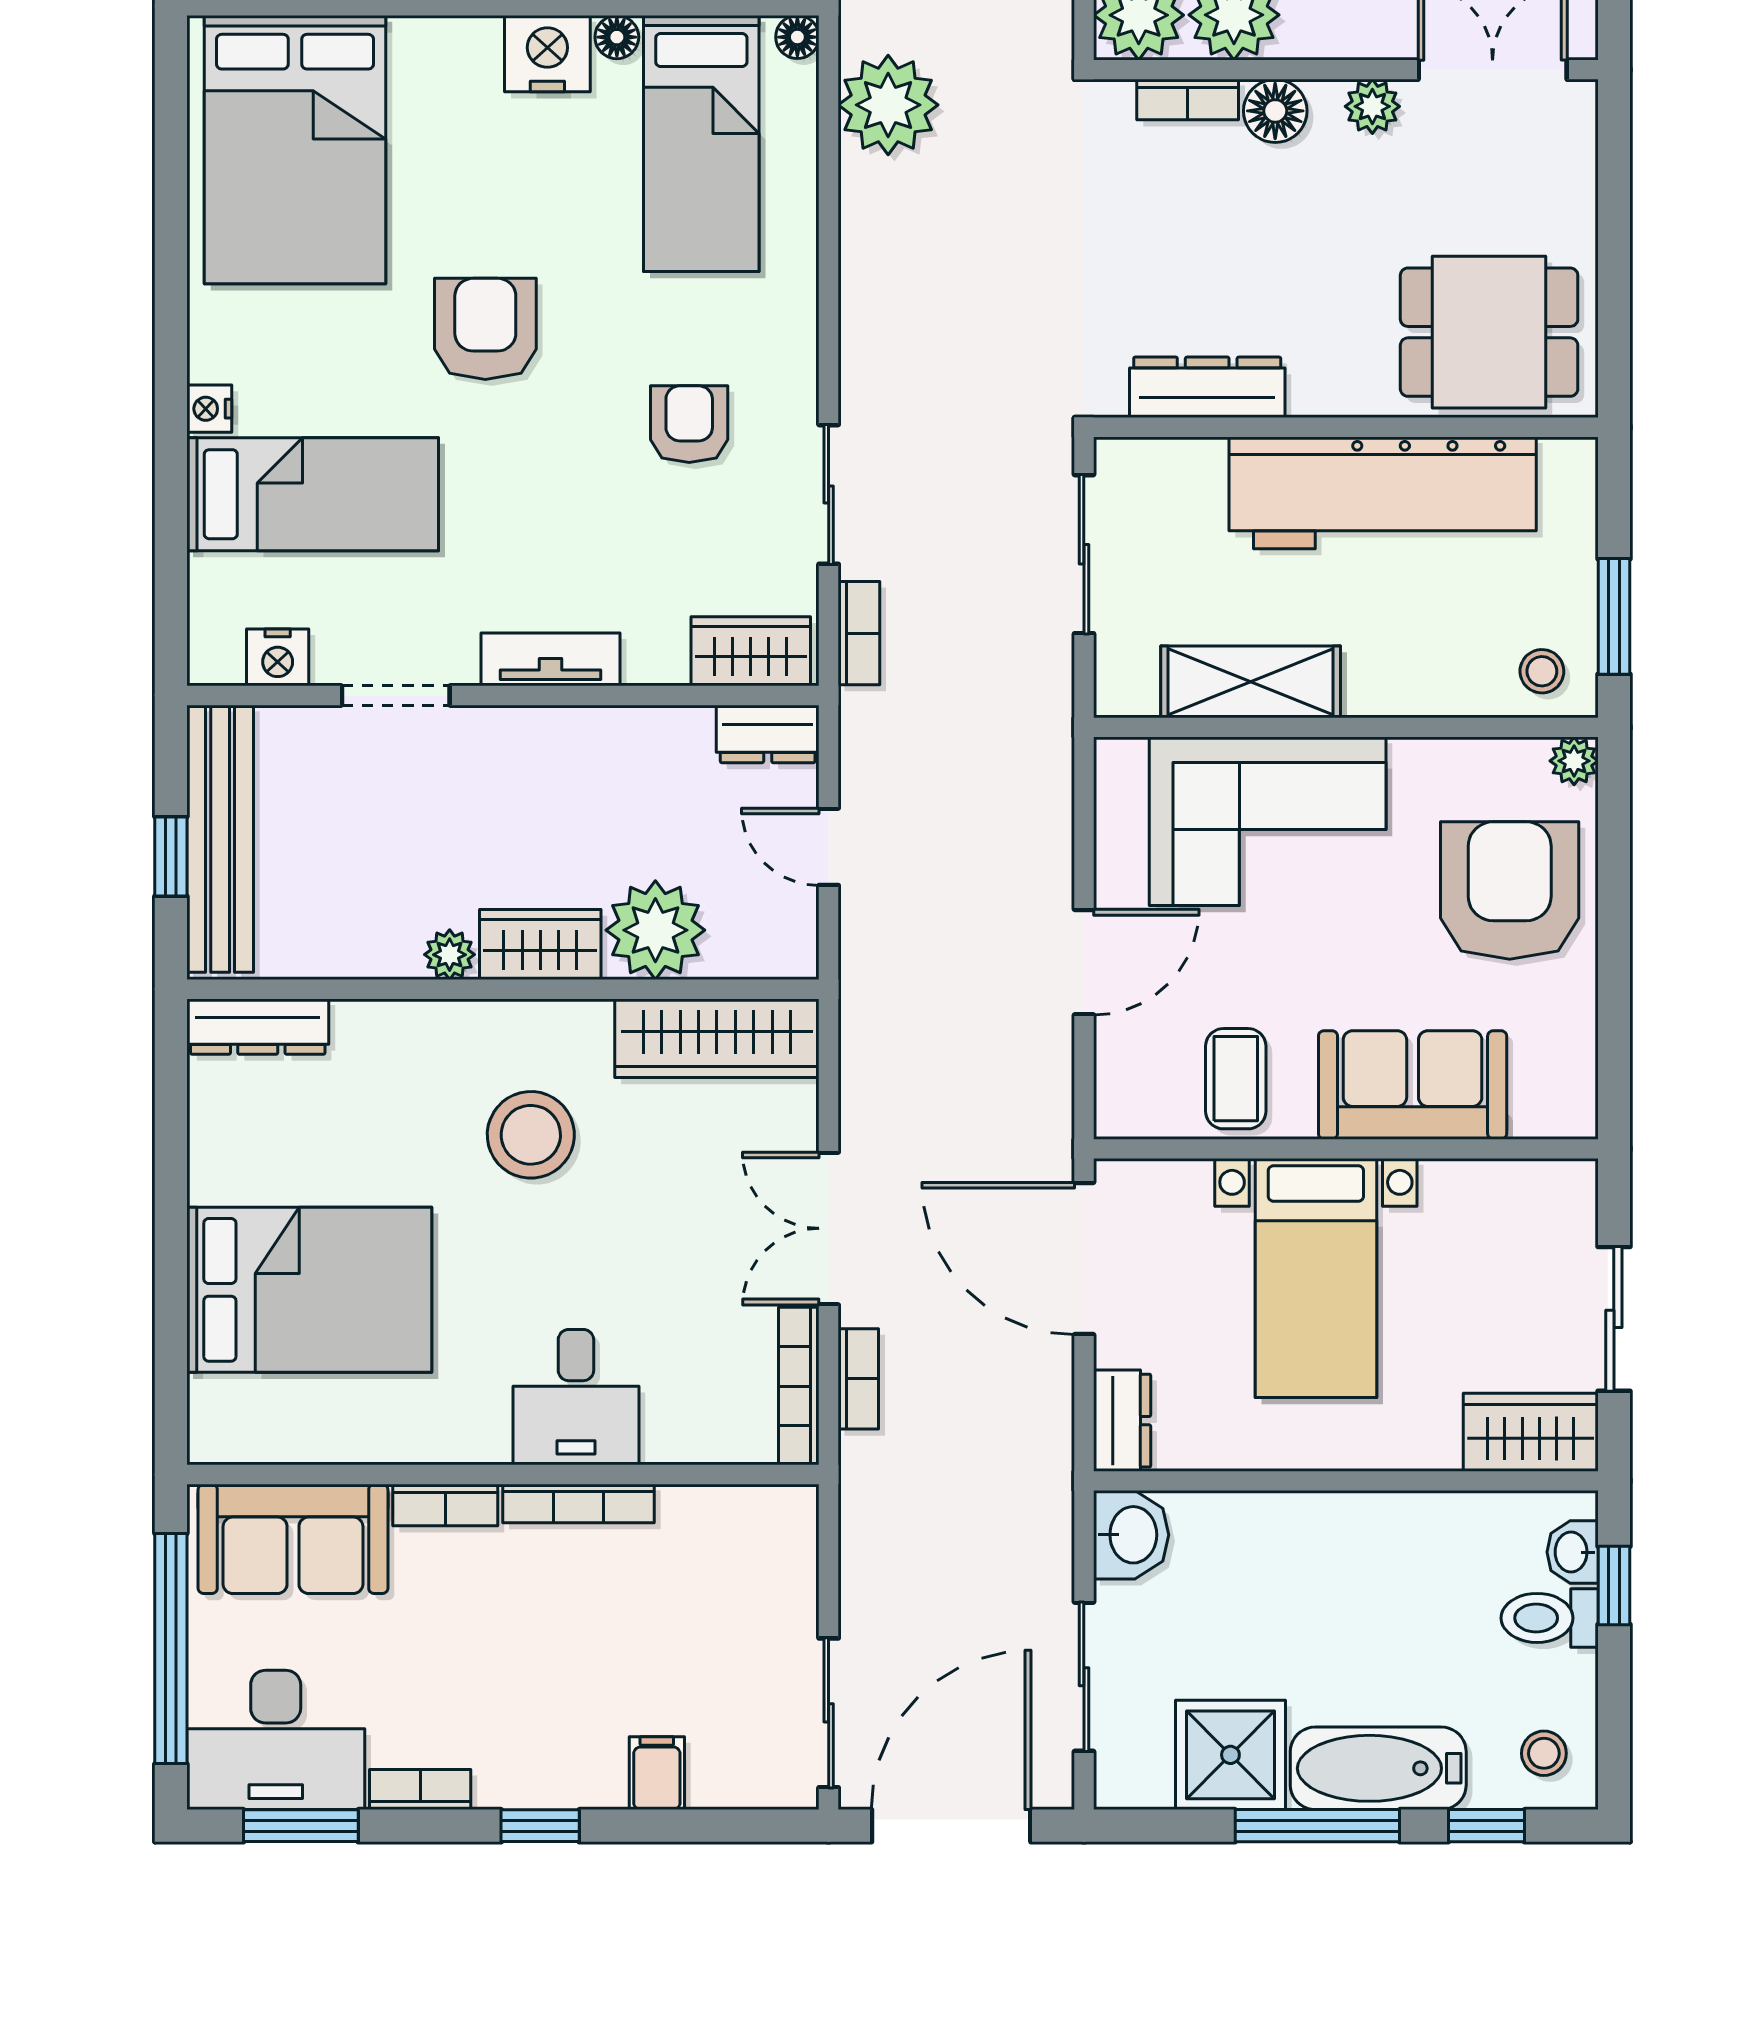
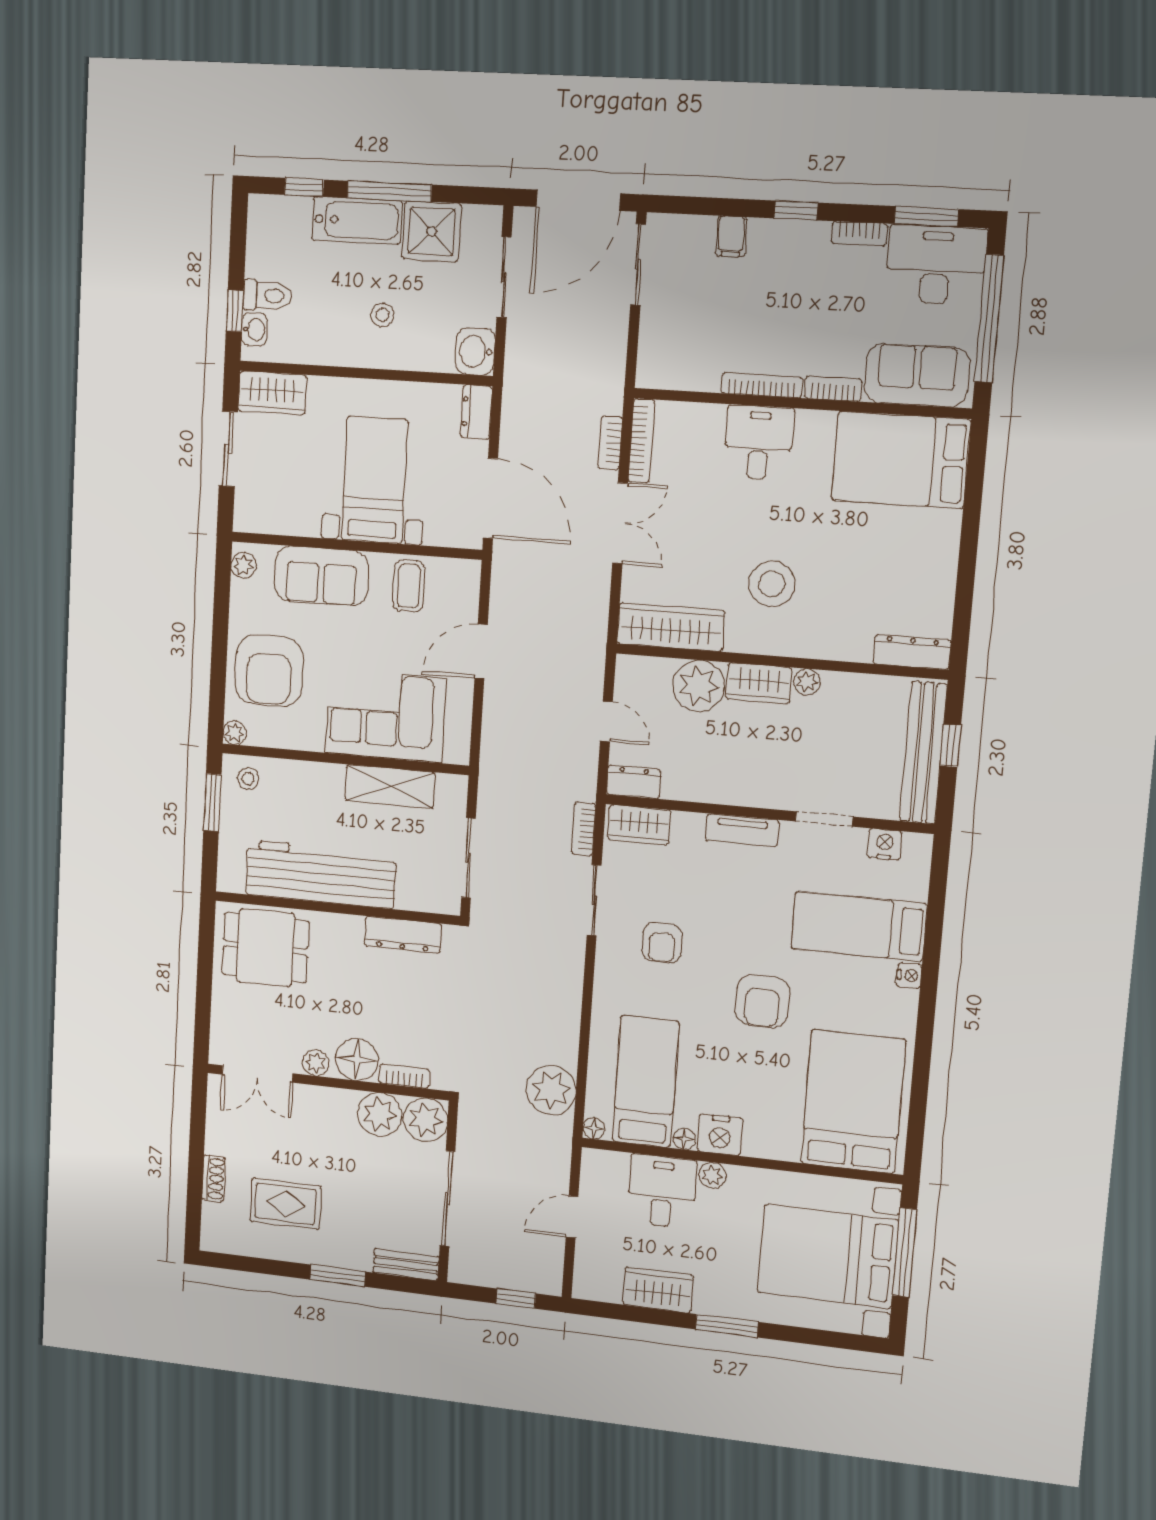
floor lamp: (1275, 111) -> (357, 1060), width x1.38, depth x1.38
plant: (1572, 1094) -> (244, 565), added
bed: (309, 1290) -> (901, 460), moved
stool: (1544, 1753) -> (383, 315), moved

